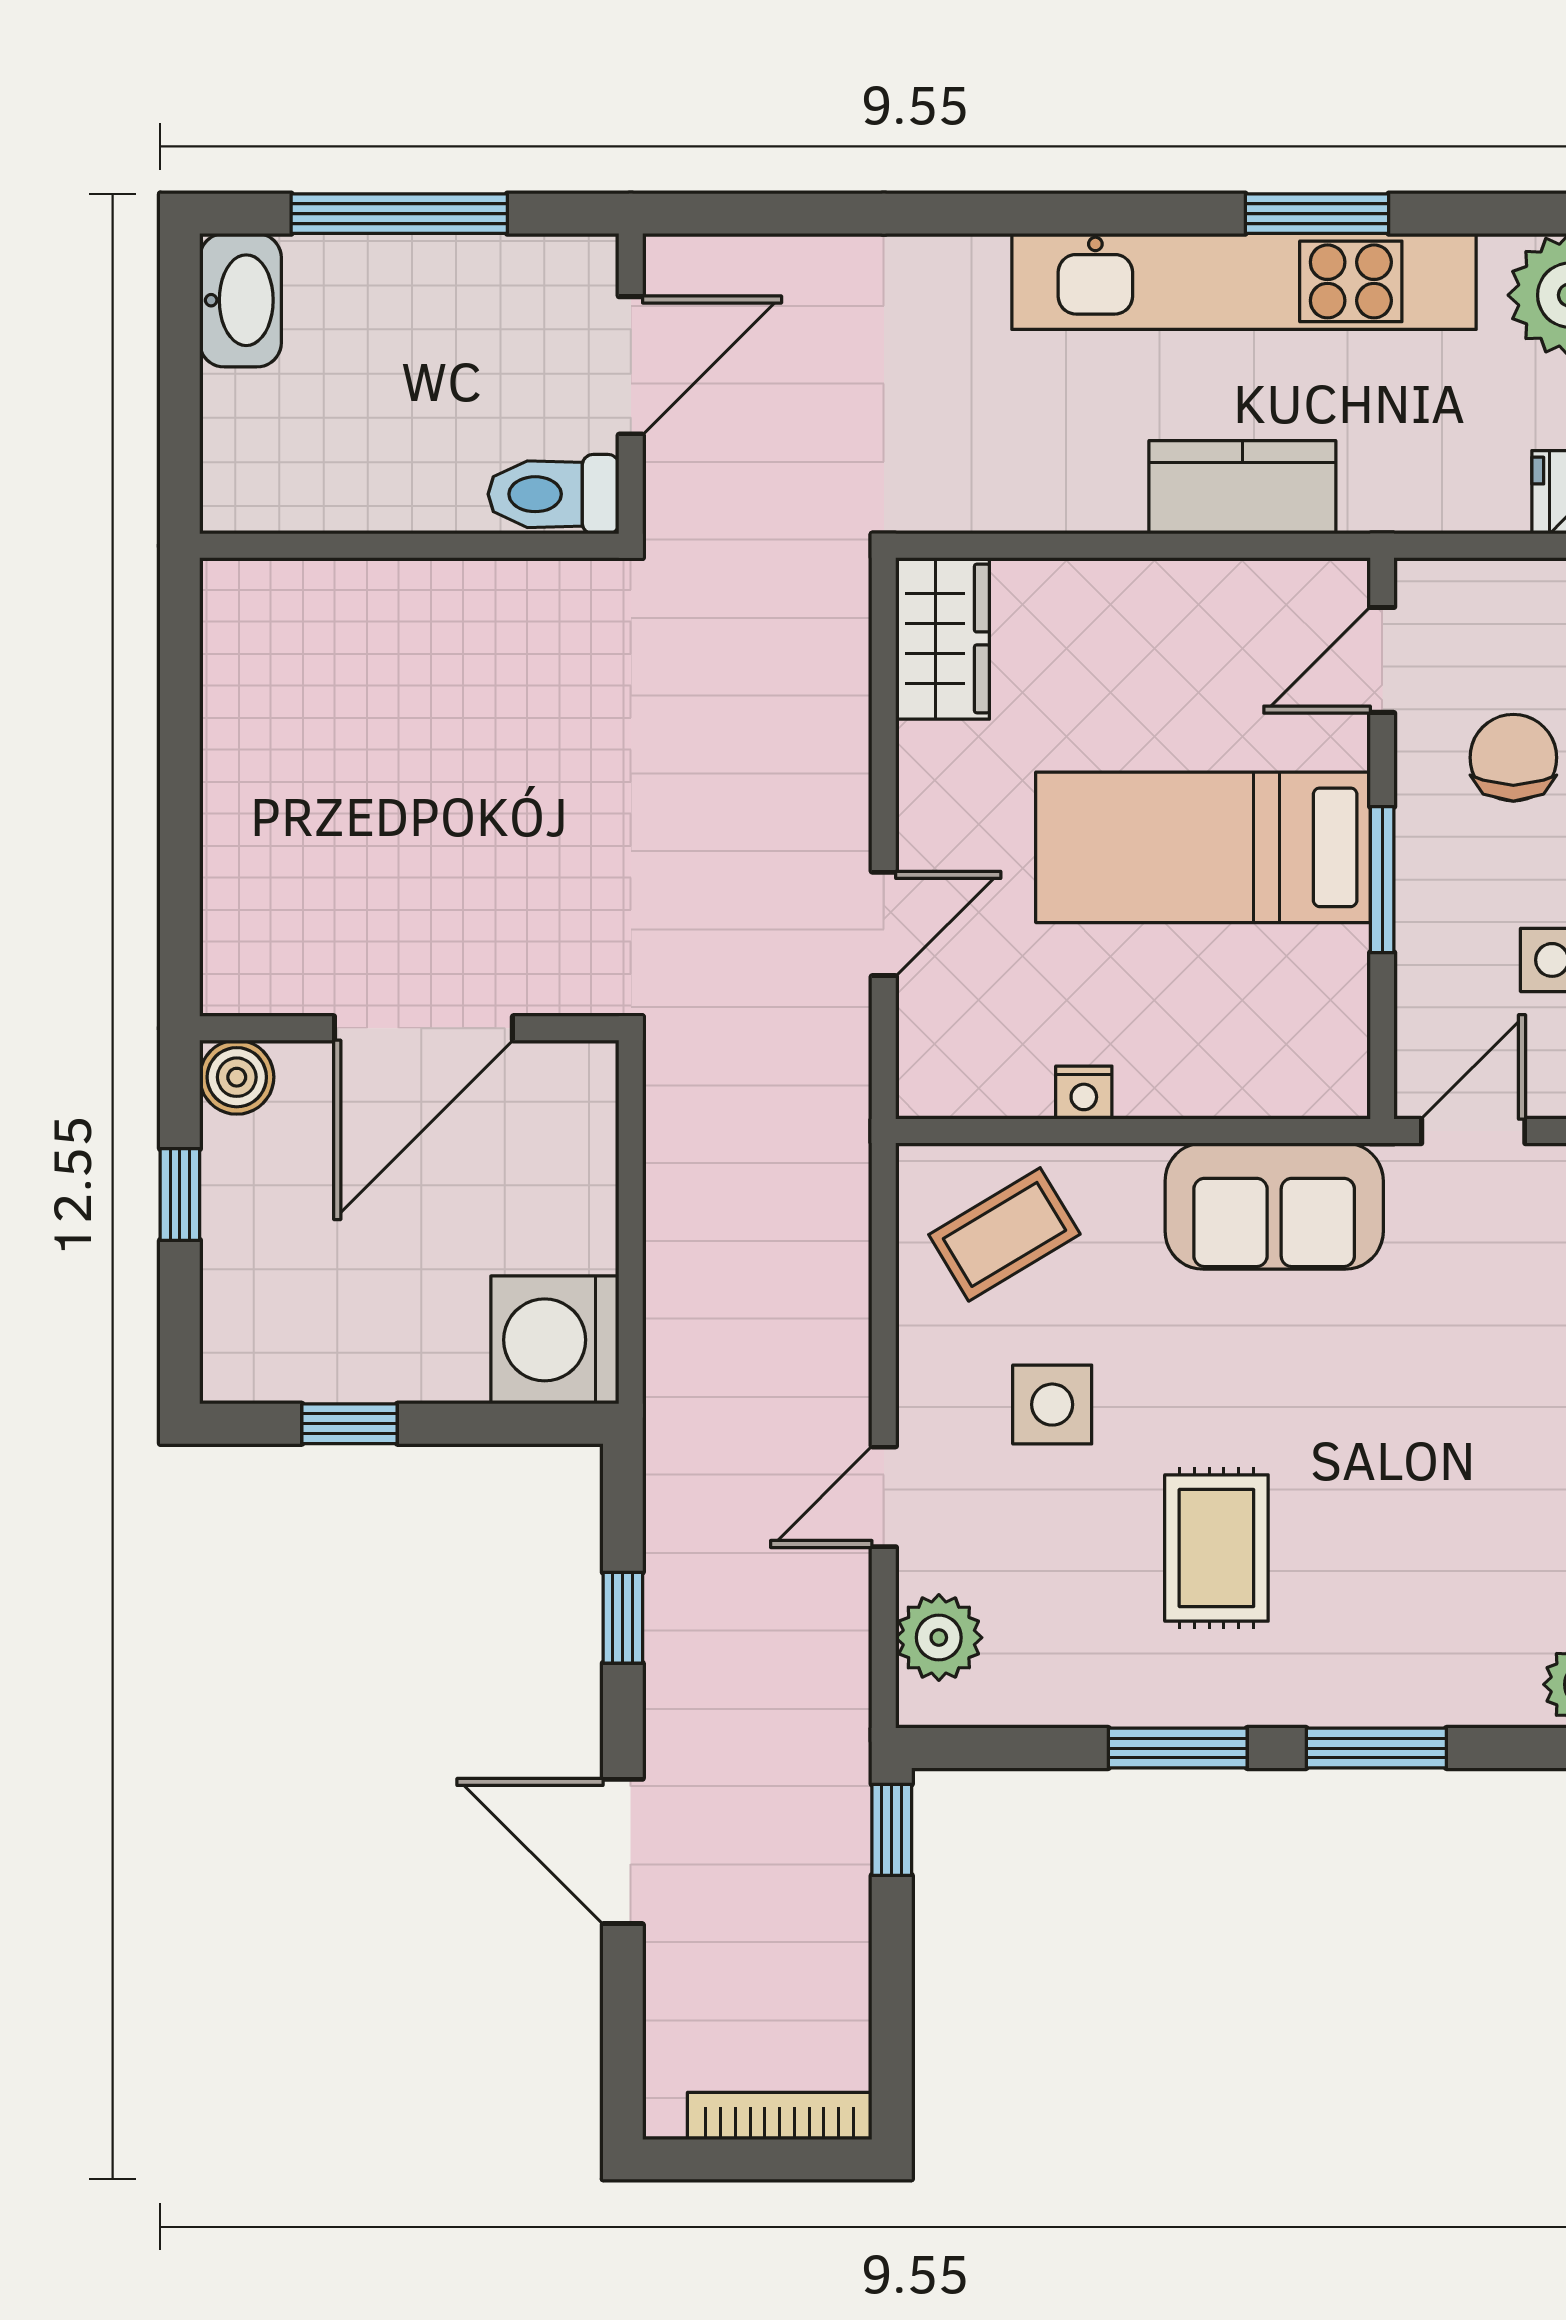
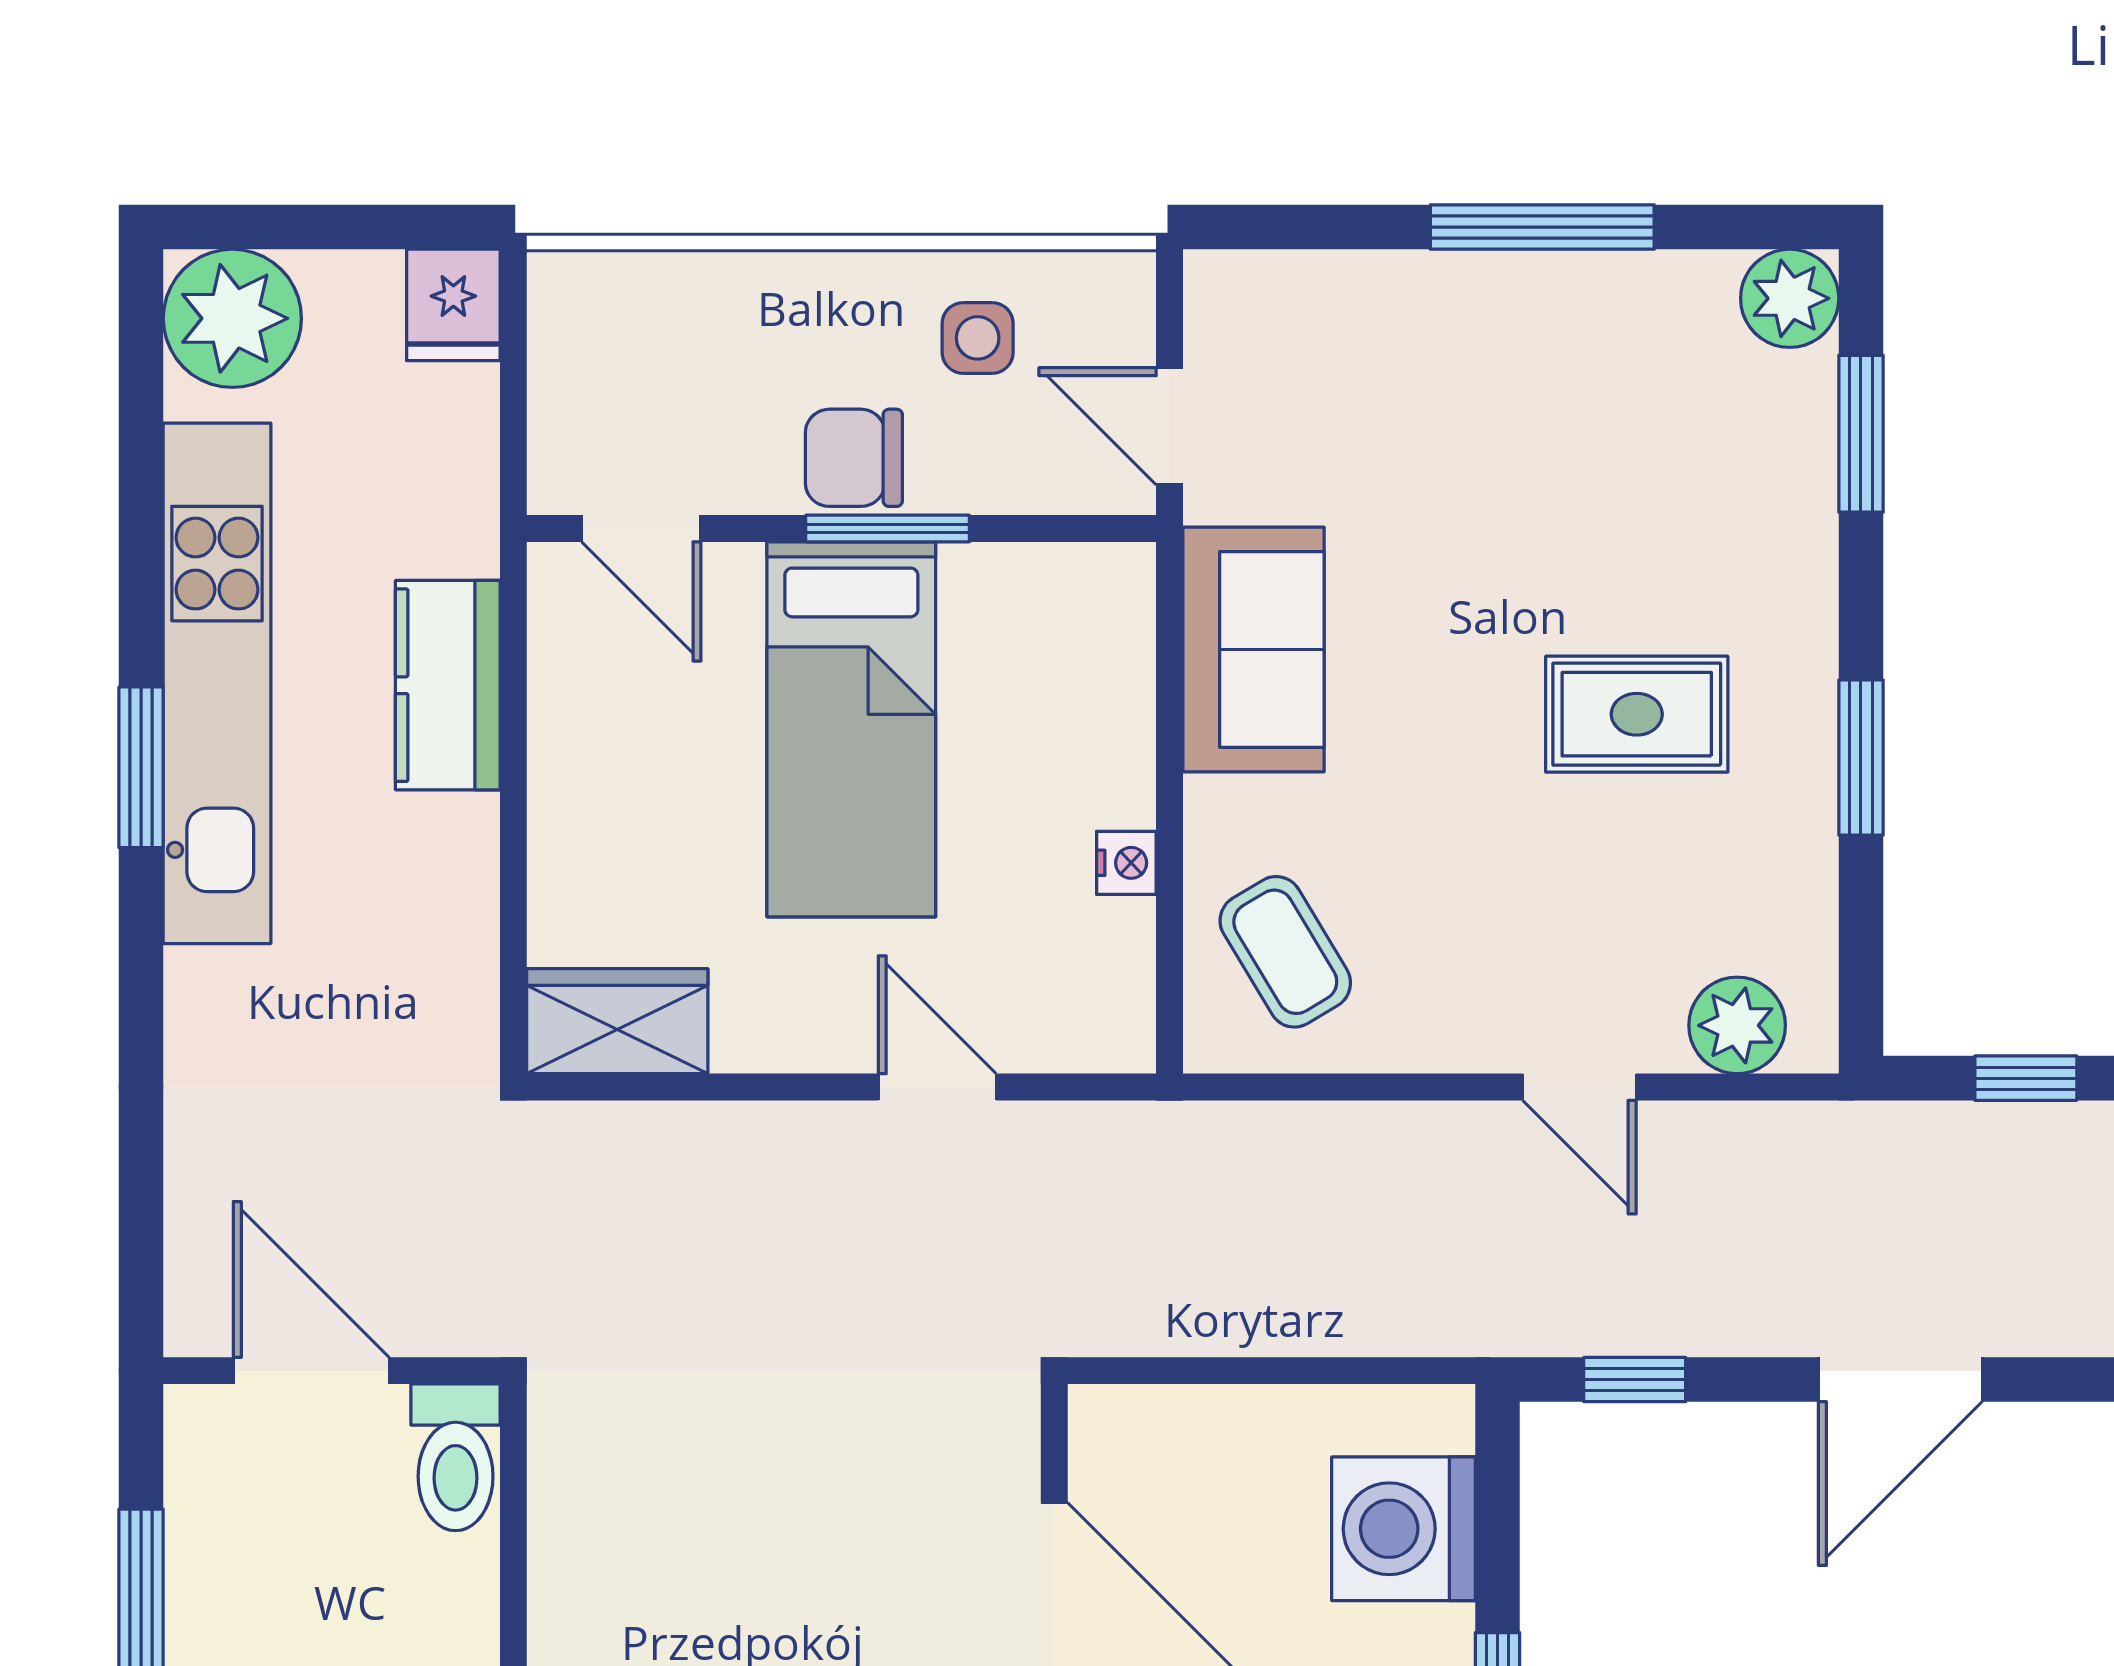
window: (1317, 214) -> (141, 767), moved
chair: (1513, 758) -> (854, 458), moved
washing machine: (555, 1340) -> (1404, 1529), moved, turned 90
side table: (1052, 1405) -> (1476, 898), removed
window: (623, 1618) -> (1635, 1380), moved
window: (1376, 1748) -> (1861, 434), moved
window: (892, 1830) -> (2026, 1078), moved
door: (623, 1851) -> (1900, 1380), moved

